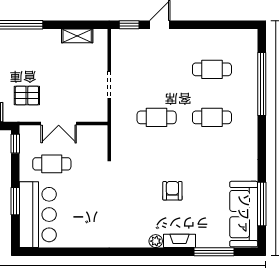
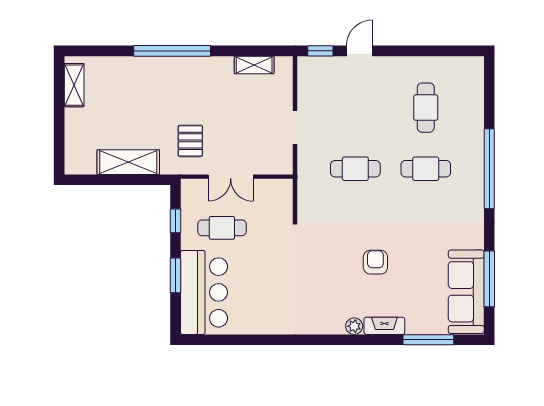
cafe table: (212, 69) -> (426, 108), turned 90
window: (262, 84) -> (489, 169), moved
pallet: (27, 96) -> (190, 141), turned 90
window: (15, 144) -> (175, 221), moved

